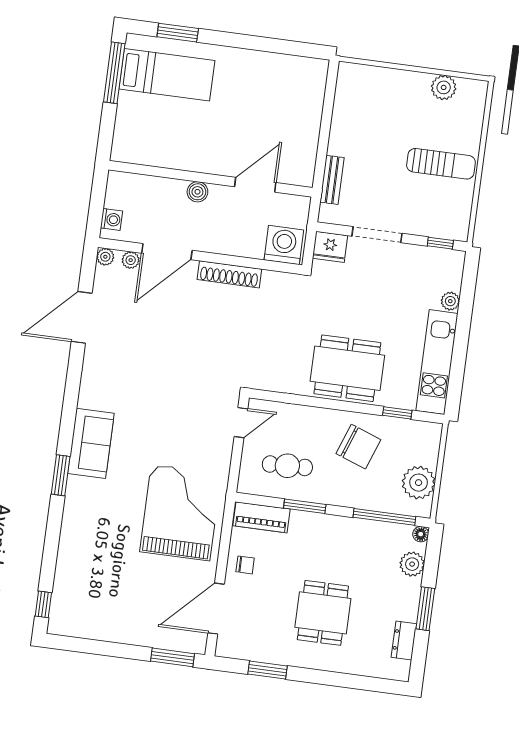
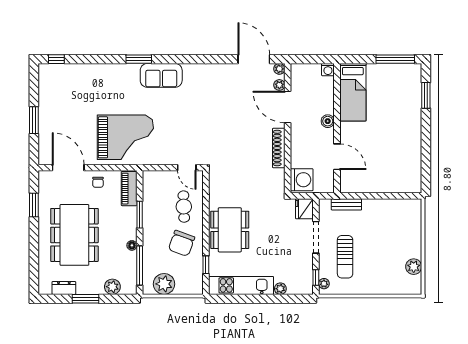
bed: (167, 75) -> (353, 92), moved
sun lounger: (441, 164) -> (345, 257), moved
washing machine: (111, 219) -> (328, 70), moved
plant: (452, 232) -> (324, 284), added
door: (82, 317) -> (254, 59), moved
cafe table: (287, 466) -> (184, 207), moved
floor lamp: (421, 534) -> (132, 245), moved
dining table: (323, 613) -> (74, 235), width x1.88, depth x1.24
window: (172, 657) -> (34, 120), moved

